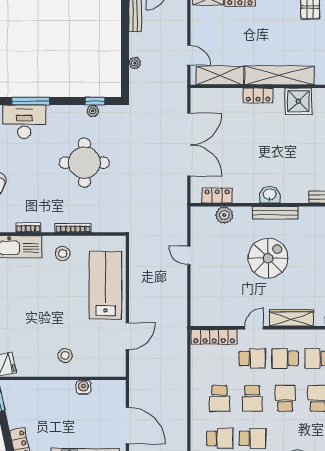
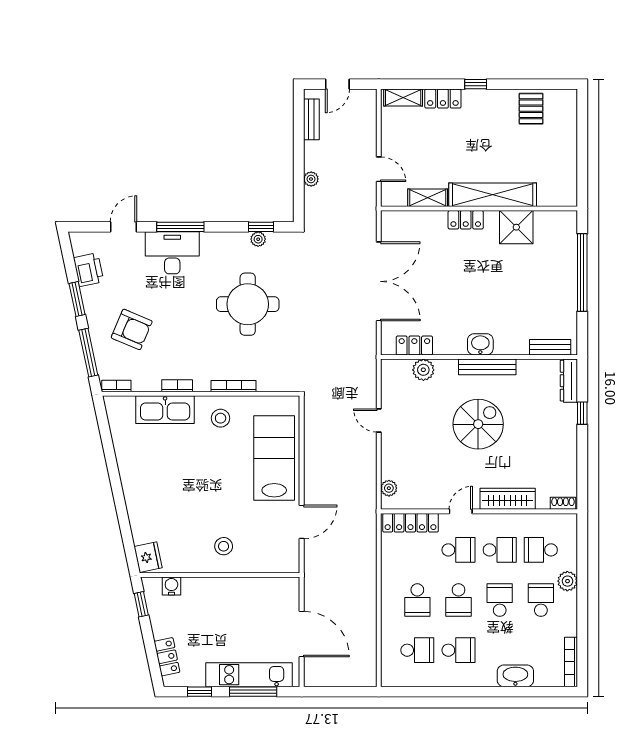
shelving: (220, 75) -> (428, 198), width x0.67, depth x0.75
plant: (197, 309) -> (389, 488), added
school desk: (285, 358) -> (500, 550), turned 180
water cooler: (83, 387) -> (171, 586), moved

